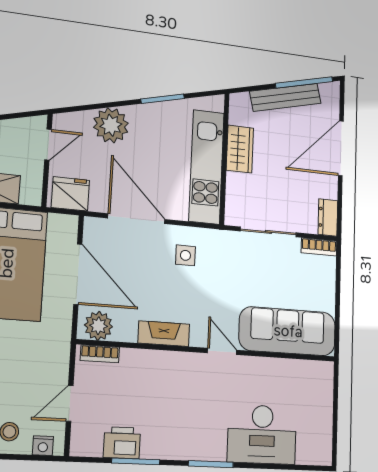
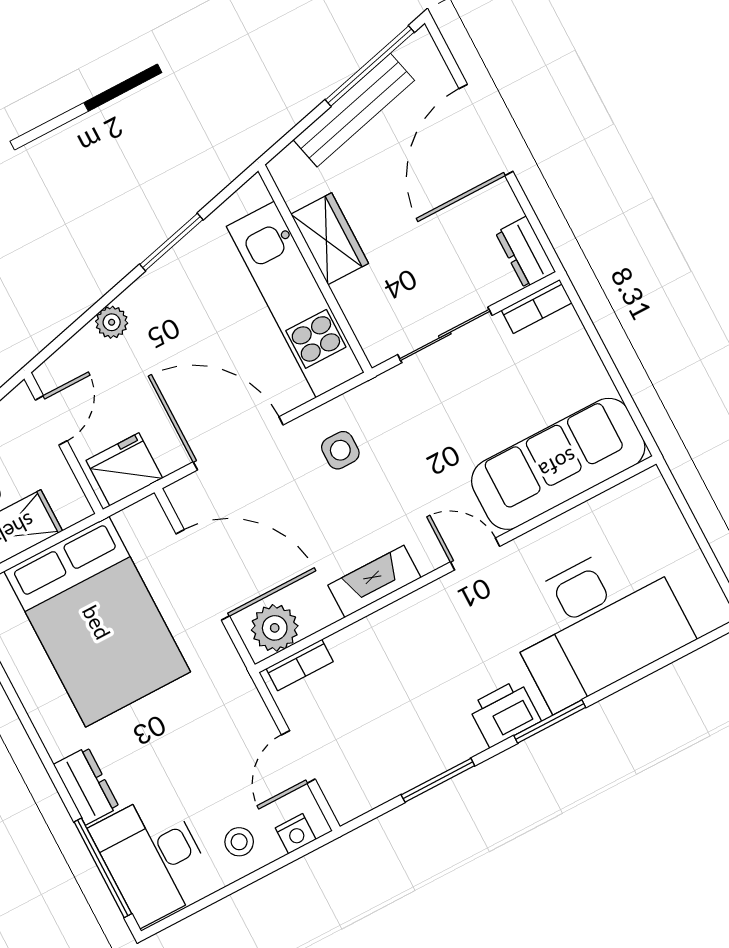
plant: (111, 125) -> (112, 322), width x0.53, depth x0.53
desk: (262, 434) -> (597, 623), width x1.36, depth x1.30
printer: (122, 443) -> (505, 713), moved

